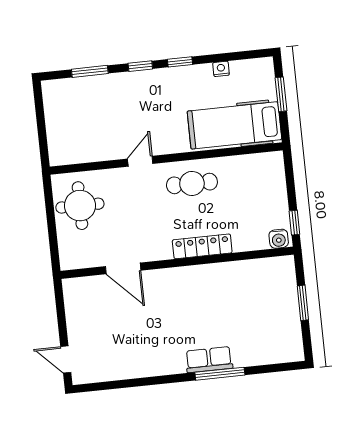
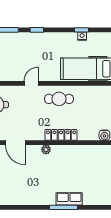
window: (180, 62) -> (81, 30), moved
plant: (178, 275) -> (46, 150), added
row of seats: (209, 360) -> (69, 199), moved

